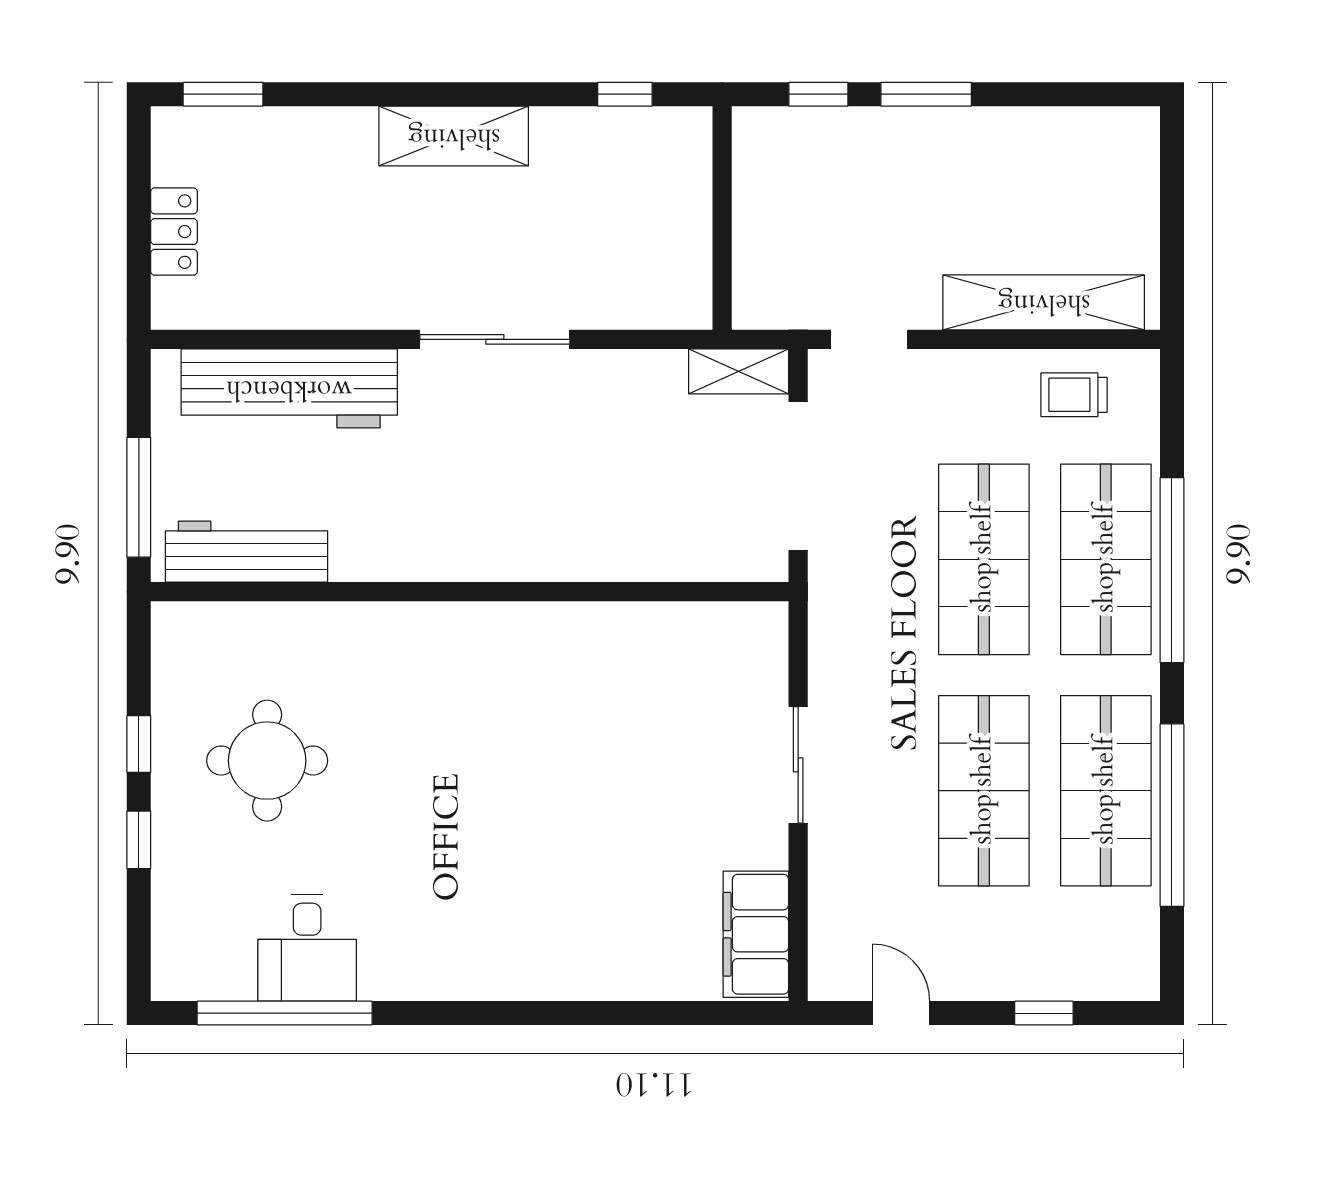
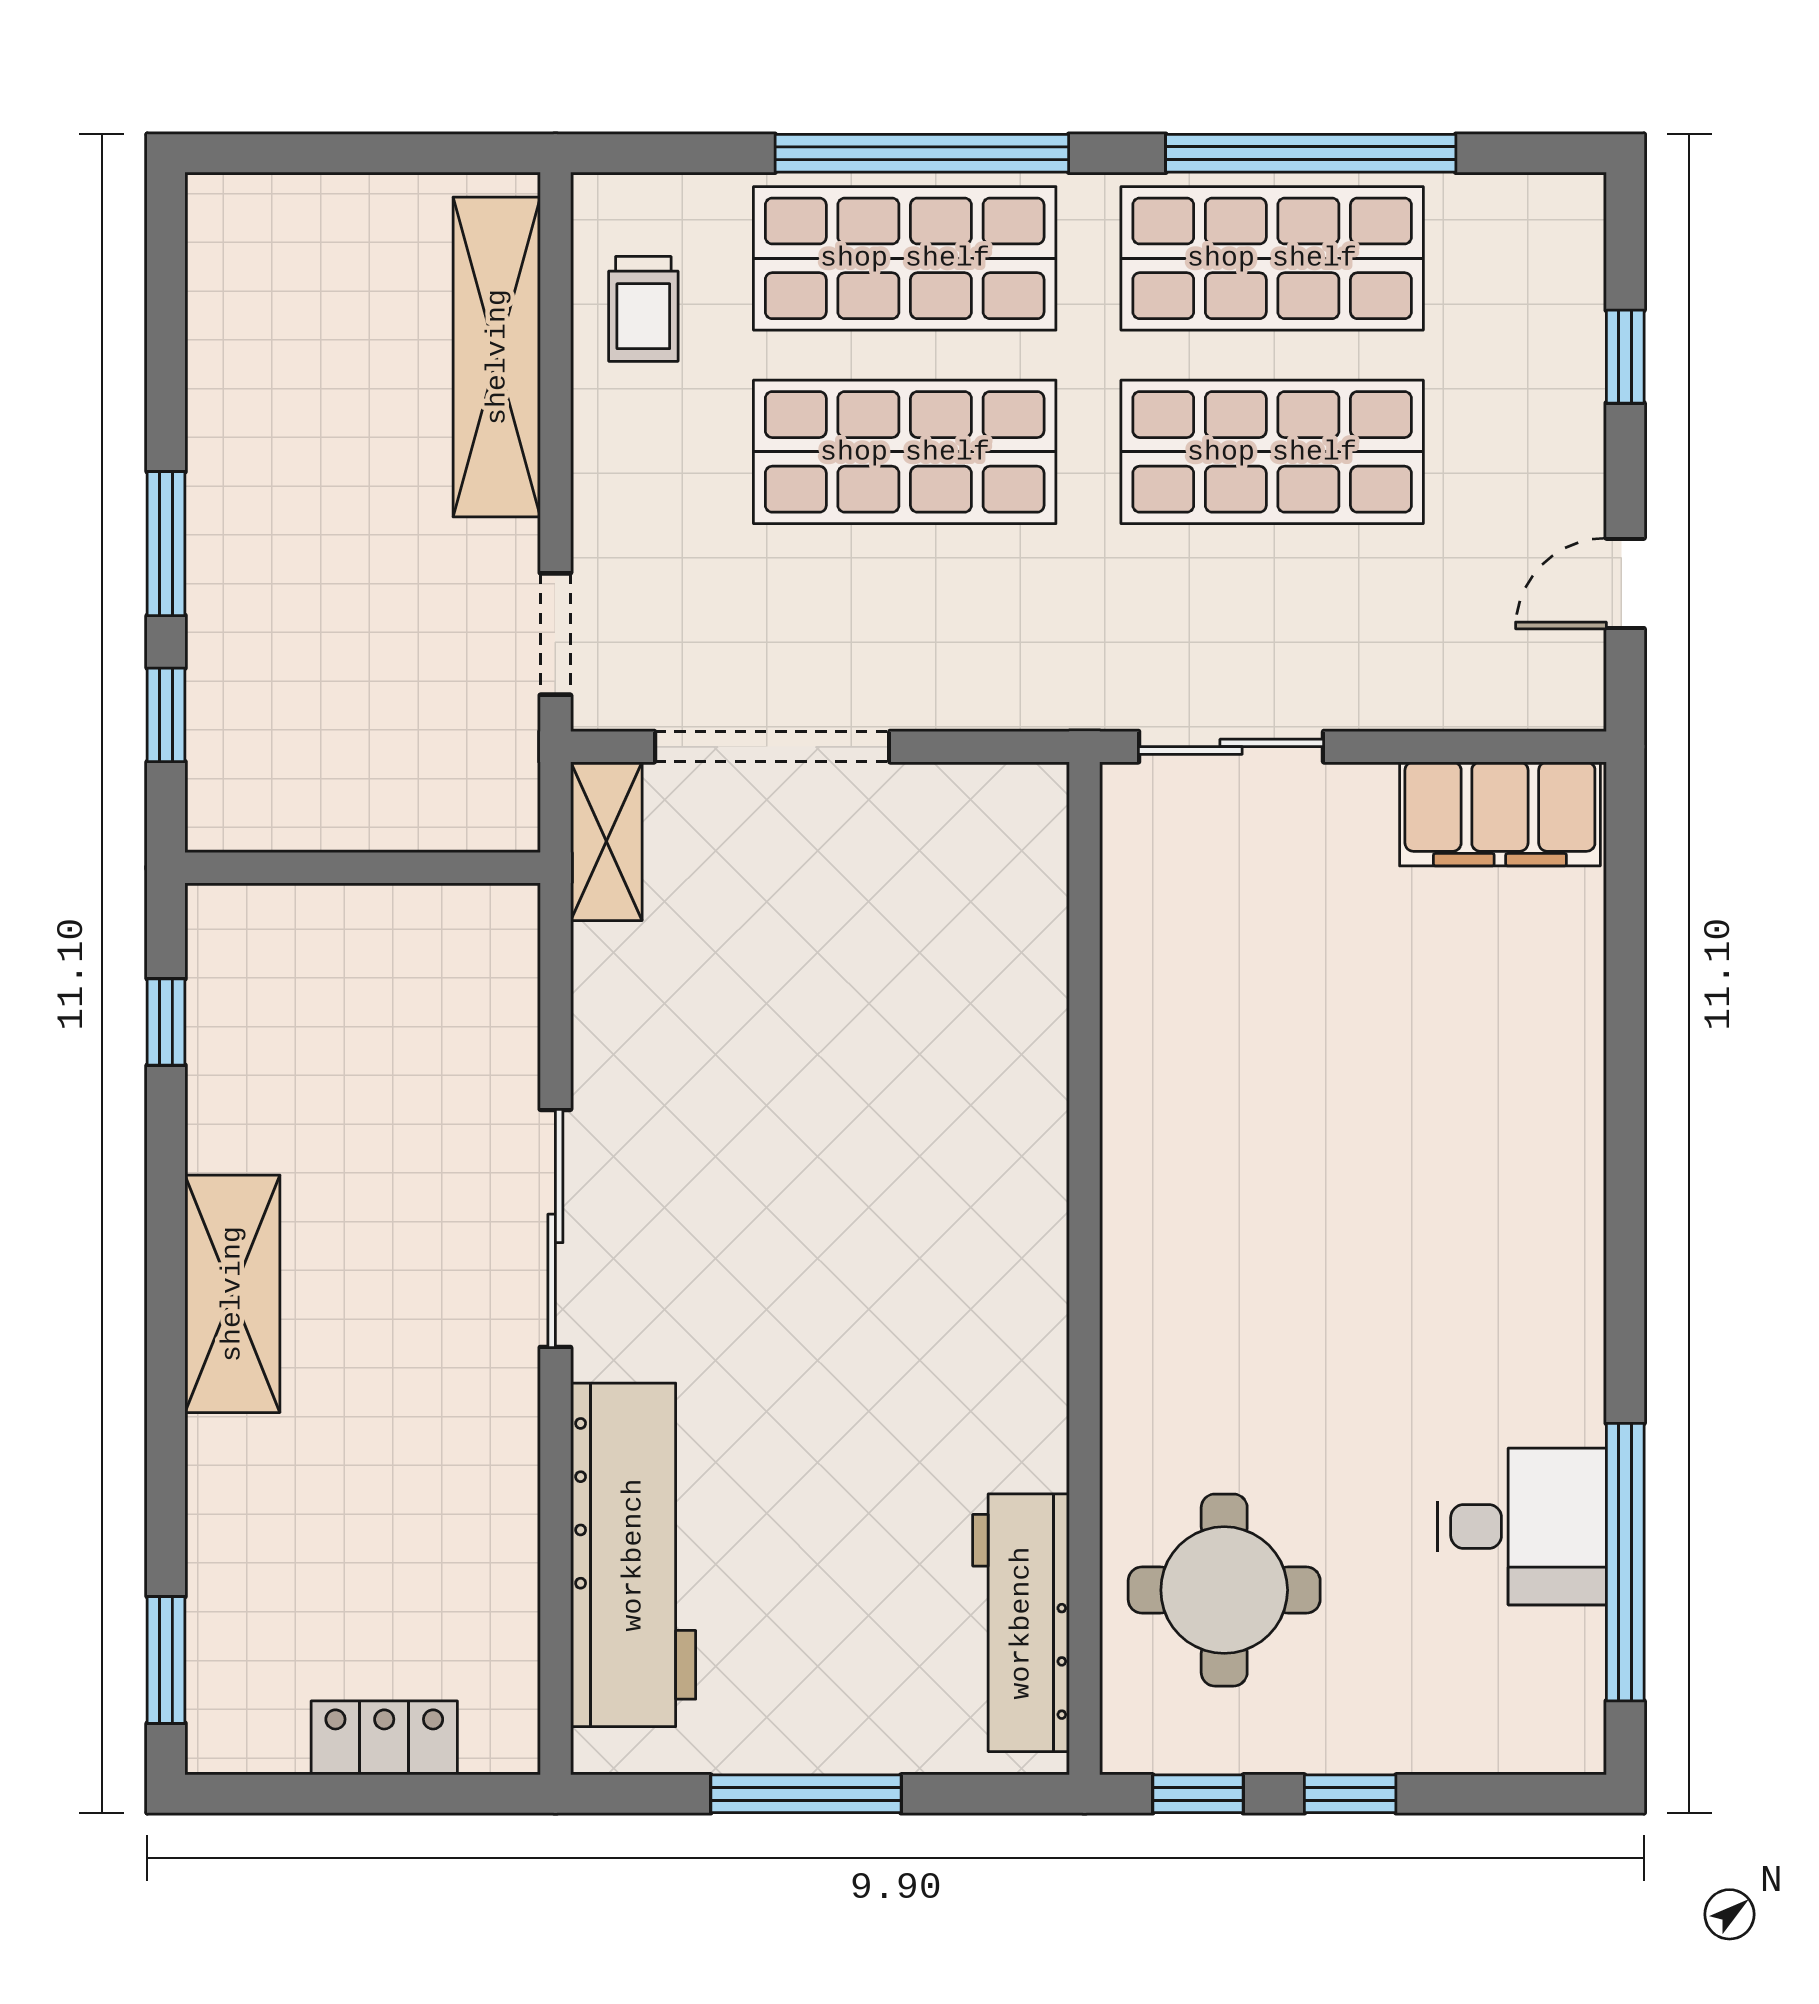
workbench: (247, 552) -> (1021, 1623), moved
wall: (470, 592) -> (1085, 1268), moved

